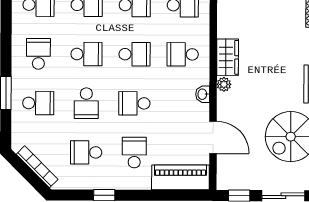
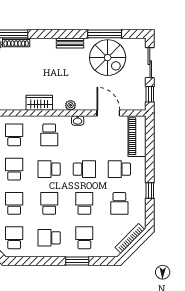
school desk: (135, 54) -> (49, 169), turned -90
wardrobe: (228, 57) -> (39, 103), moved
school desk: (86, 103) -> (84, 203), turned -90
school desk: (134, 103) -> (84, 169), turned -90
door: (213, 137) -> (108, 113), hinge flipped

